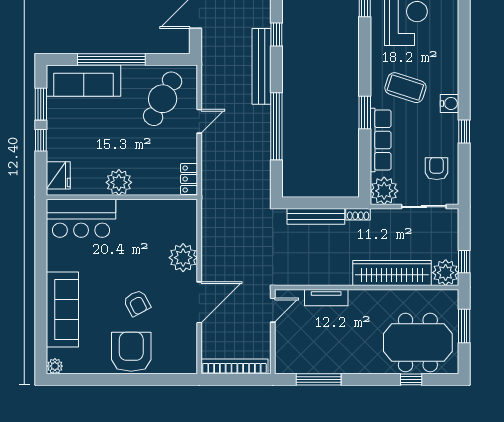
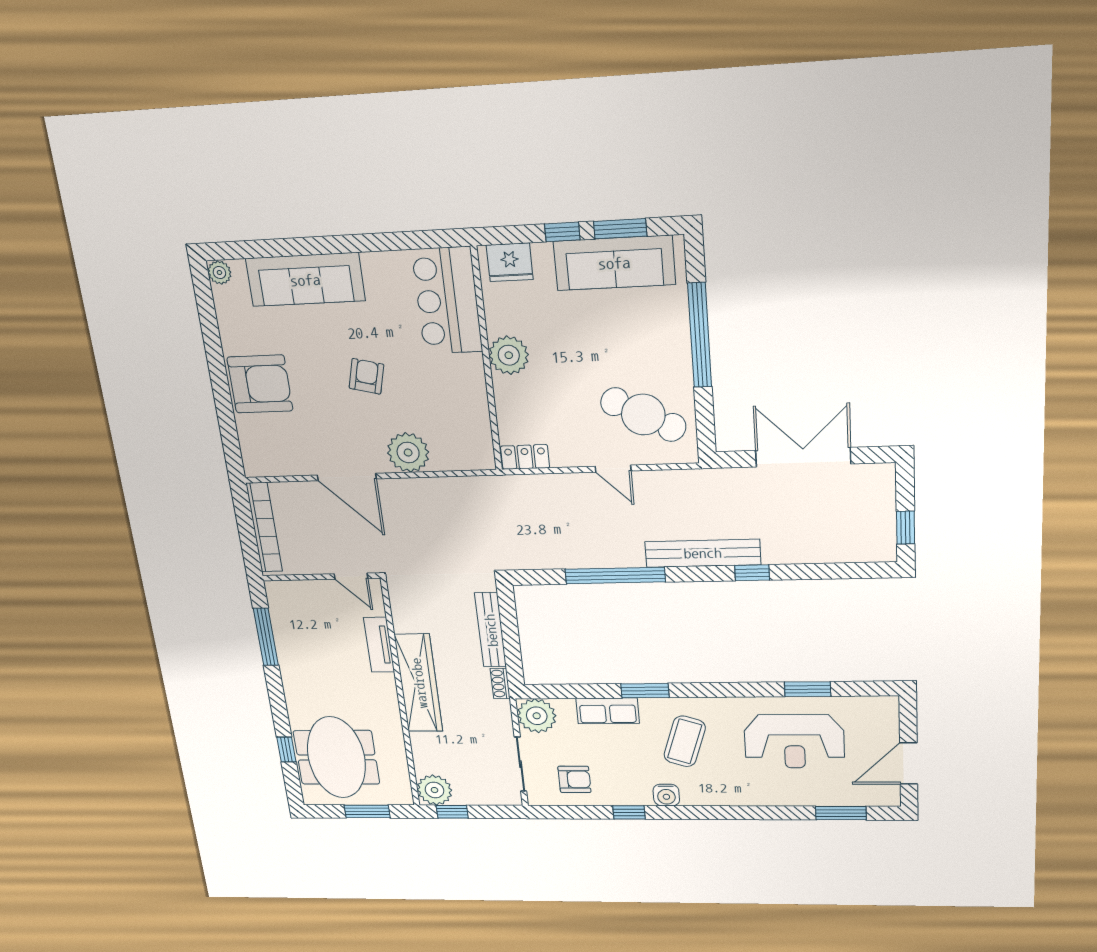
sofa: (84, 81) -> (614, 263), moved, turned -90
row of seats: (381, 140) -> (608, 711), width x0.68
wardrobe: (392, 273) -> (419, 683), moved
armchair: (137, 303) -> (366, 376), moved, turned 132

